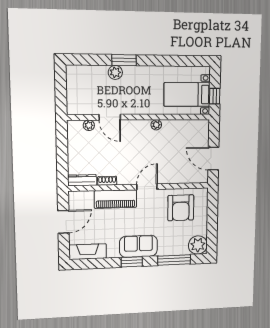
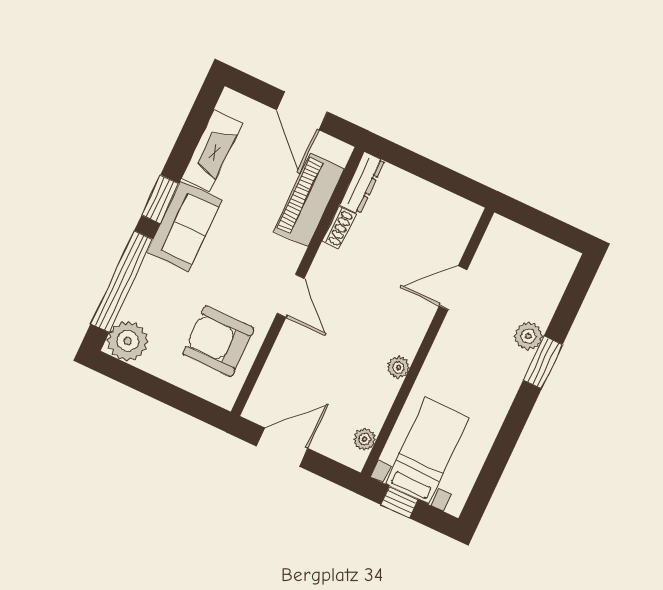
plant: (89, 125) -> (364, 439), moved
piano: (115, 199) -> (309, 200), moved
fireplace: (88, 252) -> (212, 151), moved
window: (174, 260) -> (122, 282), width x1.46

